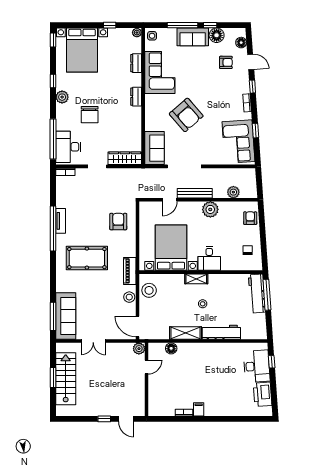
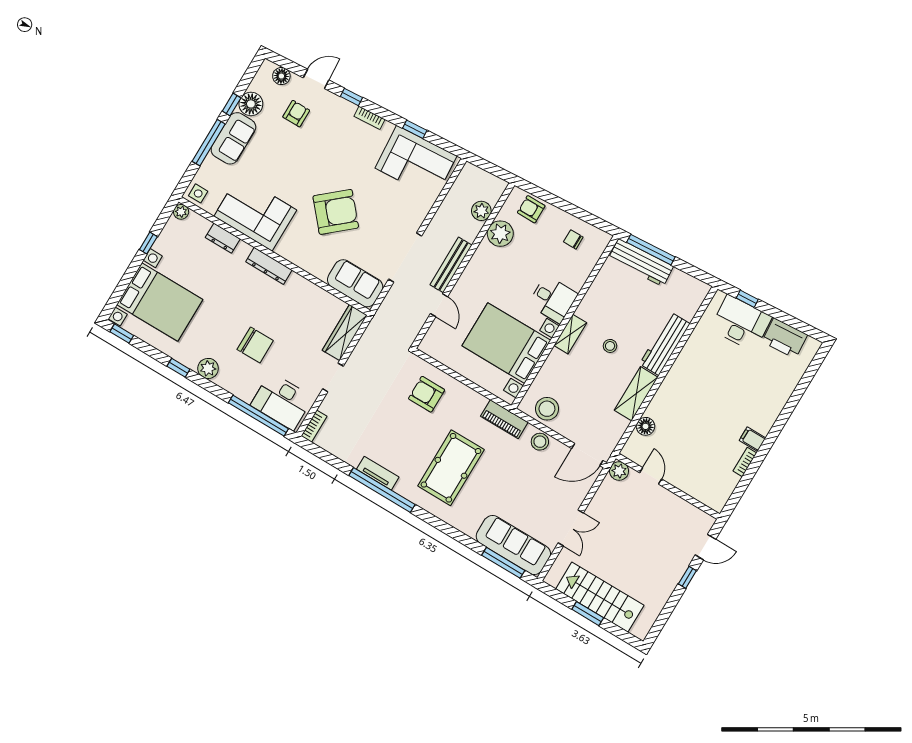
dresser: (136, 97) -> (269, 266), width x1.44
plant: (210, 209) -> (500, 234), moved

